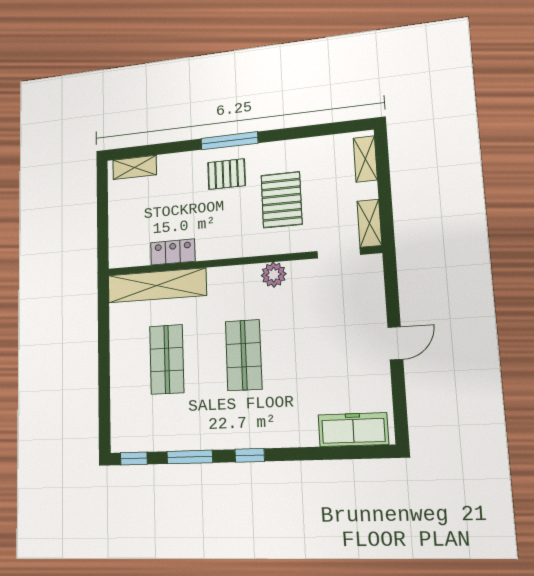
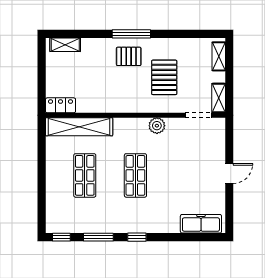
locker: (173, 252) -> (60, 105), moved

